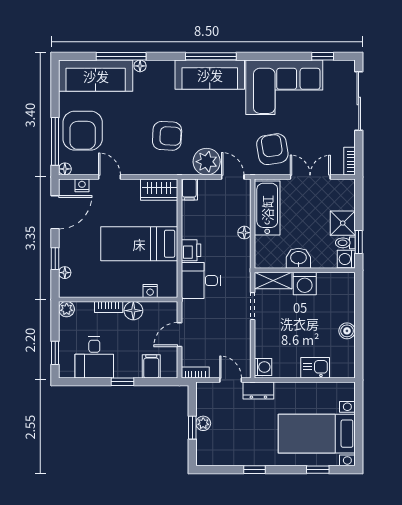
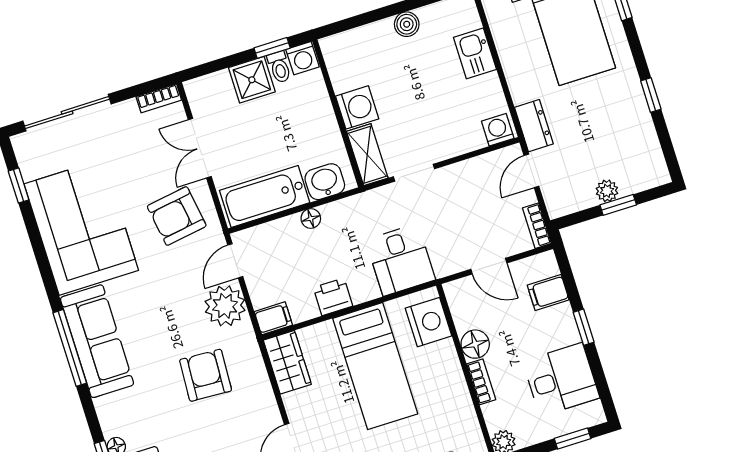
printer: (191, 250) -> (333, 297), moved
washbasin: (298, 258) -> (325, 182), moved, turned 90
nightstand: (150, 291) -> (429, 322), width x1.89, depth x1.79

